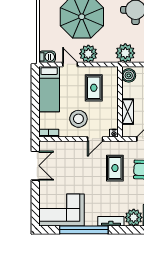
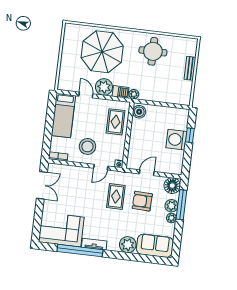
plant: (125, 53) -> (134, 94), width x0.53, depth x0.53
barbecue: (47, 57) -> (121, 92), moved
rug: (94, 88) -> (116, 122), moved
shelving: (128, 112) -> (134, 145), removed
tv unit: (111, 221) -> (94, 244), moved

